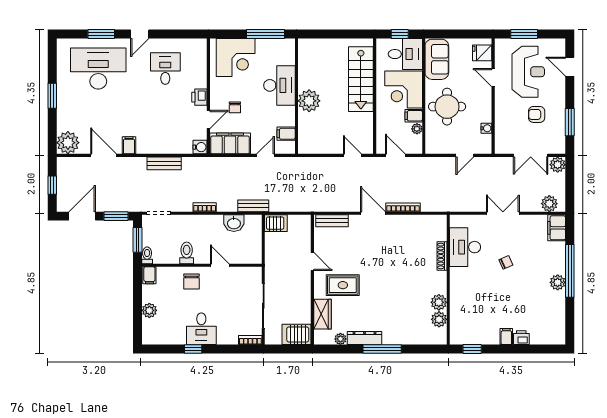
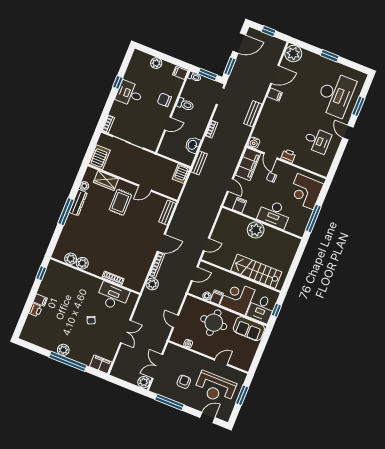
fridge: (482, 53) -> (241, 361), removed
window: (570, 122) -> (169, 402), width x1.44
plant: (549, 204) -> (152, 284), moved
door: (82, 216) -> (239, 43), hinge flipped

